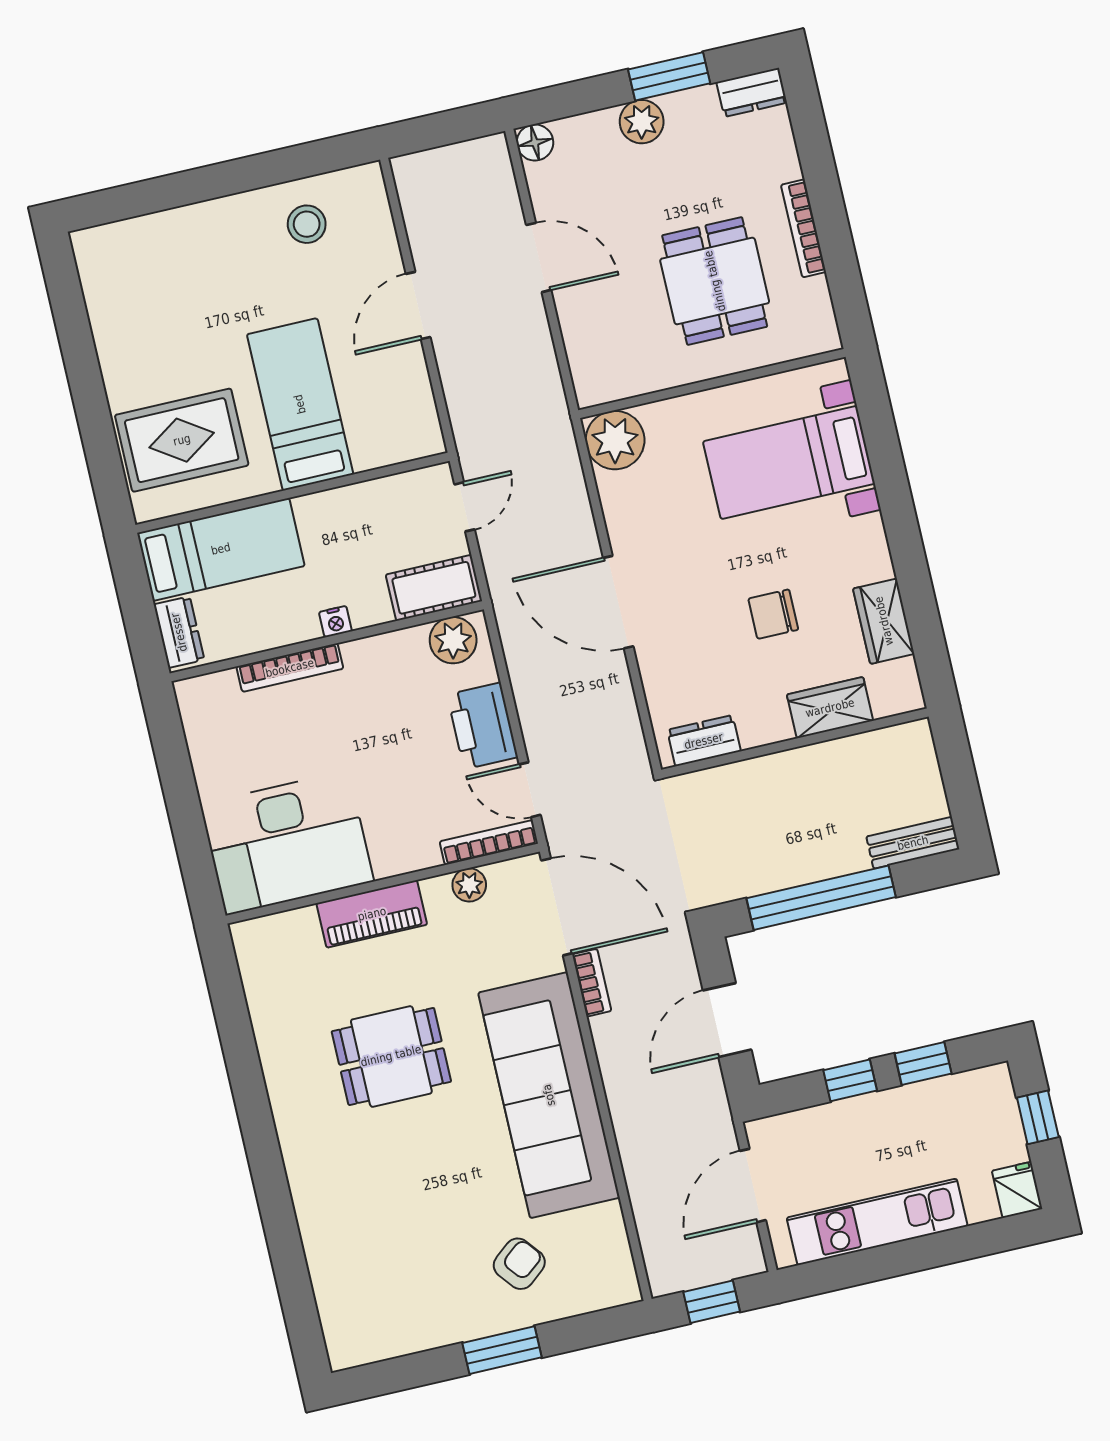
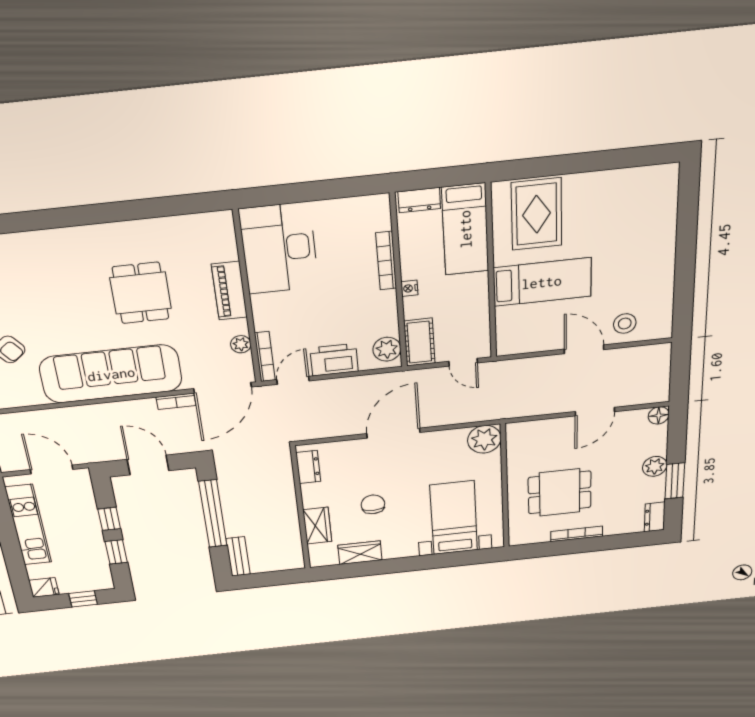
stool: (307, 224) -> (625, 324), moved

